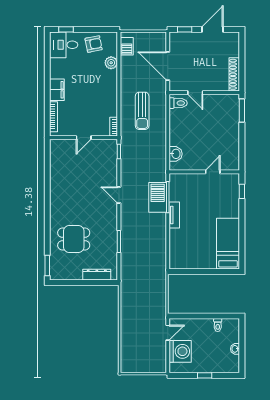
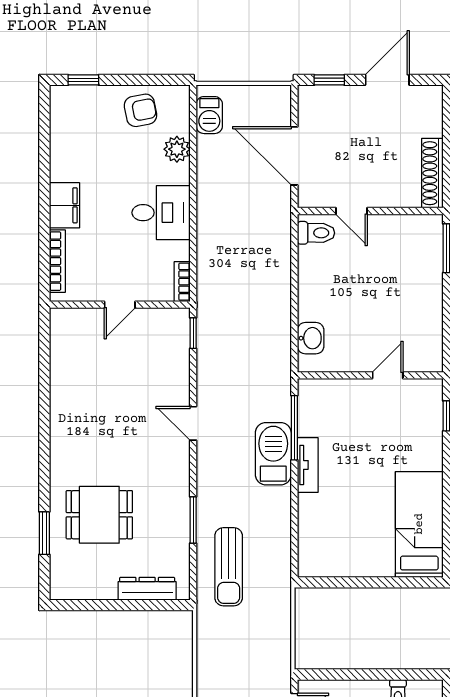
desk: (64, 45) -> (161, 213), moved, turned 180
sun lounger: (142, 111) -> (229, 567), moved
barbecue: (158, 197) -> (273, 454), moved
window: (47, 265) -> (44, 533), moved

